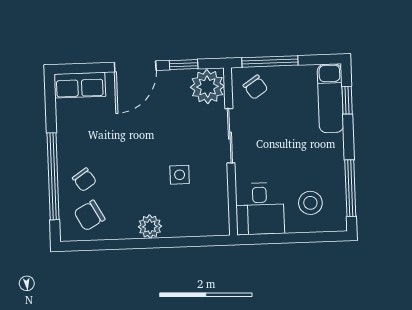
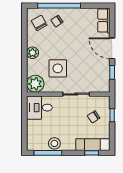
window: (270, 61) -> (112, 115), width x0.46
plant: (207, 87) -> (35, 84), moved
chair: (255, 87) -> (94, 117), moved
side table: (180, 175) -> (58, 68), width x1.87, depth x1.87
stool: (310, 203) -> (54, 143), moved

